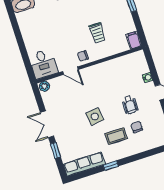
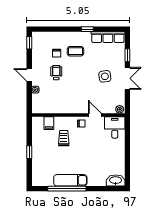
filing cabinet: (134, 40) -> (49, 123), moved
side table: (95, 117) -> (105, 76), moved

